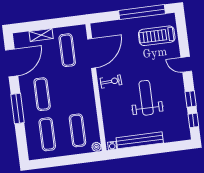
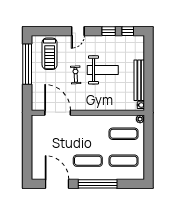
shelving: (41, 35) -> (36, 155), removed
exercise mat: (67, 50) -> (52, 134), removed
exercise bike: (111, 81) -> (76, 75), moved
weight bench: (146, 98) -> (103, 70), turned 180
window: (17, 108) -> (98, 184), width x1.46

